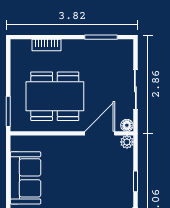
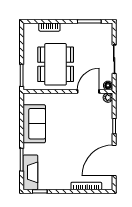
dining table: (55, 96) -> (56, 64), turned 90

